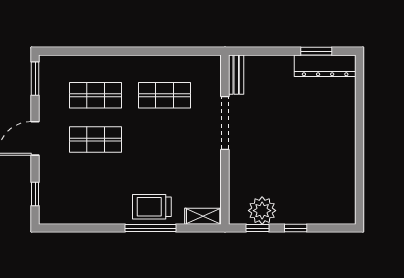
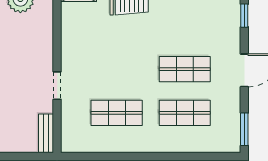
doorway: (225, 123) -> (57, 86), width x0.53

